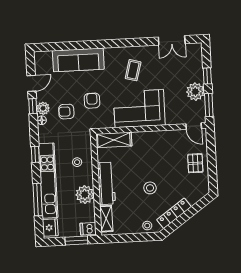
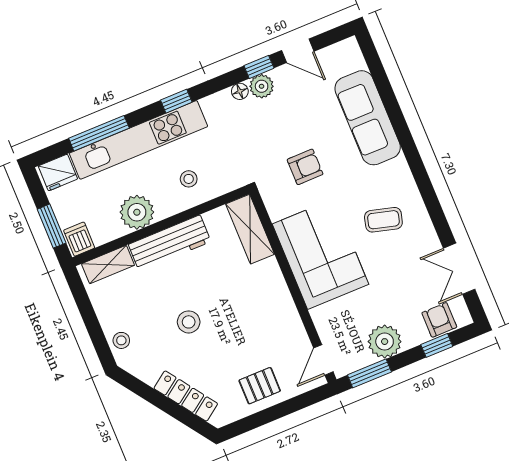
window: (207, 76) -> (437, 345), moved
armchair: (66, 112) -> (439, 320), moved
locker: (174, 213) -> (186, 396), moved

